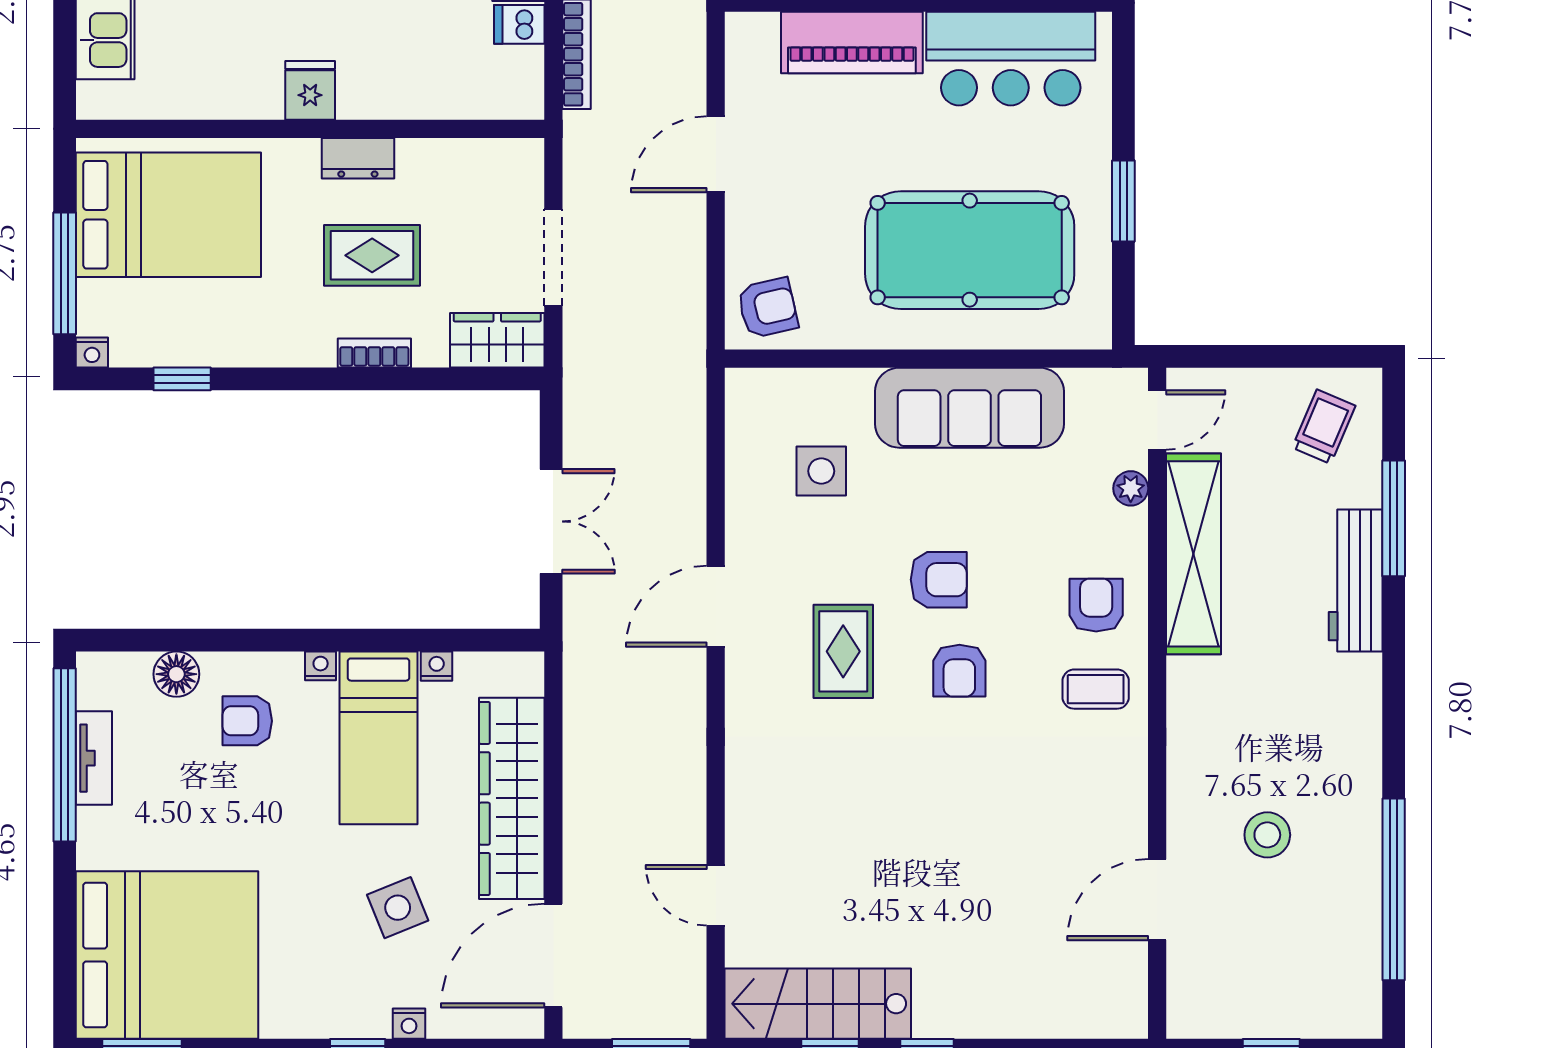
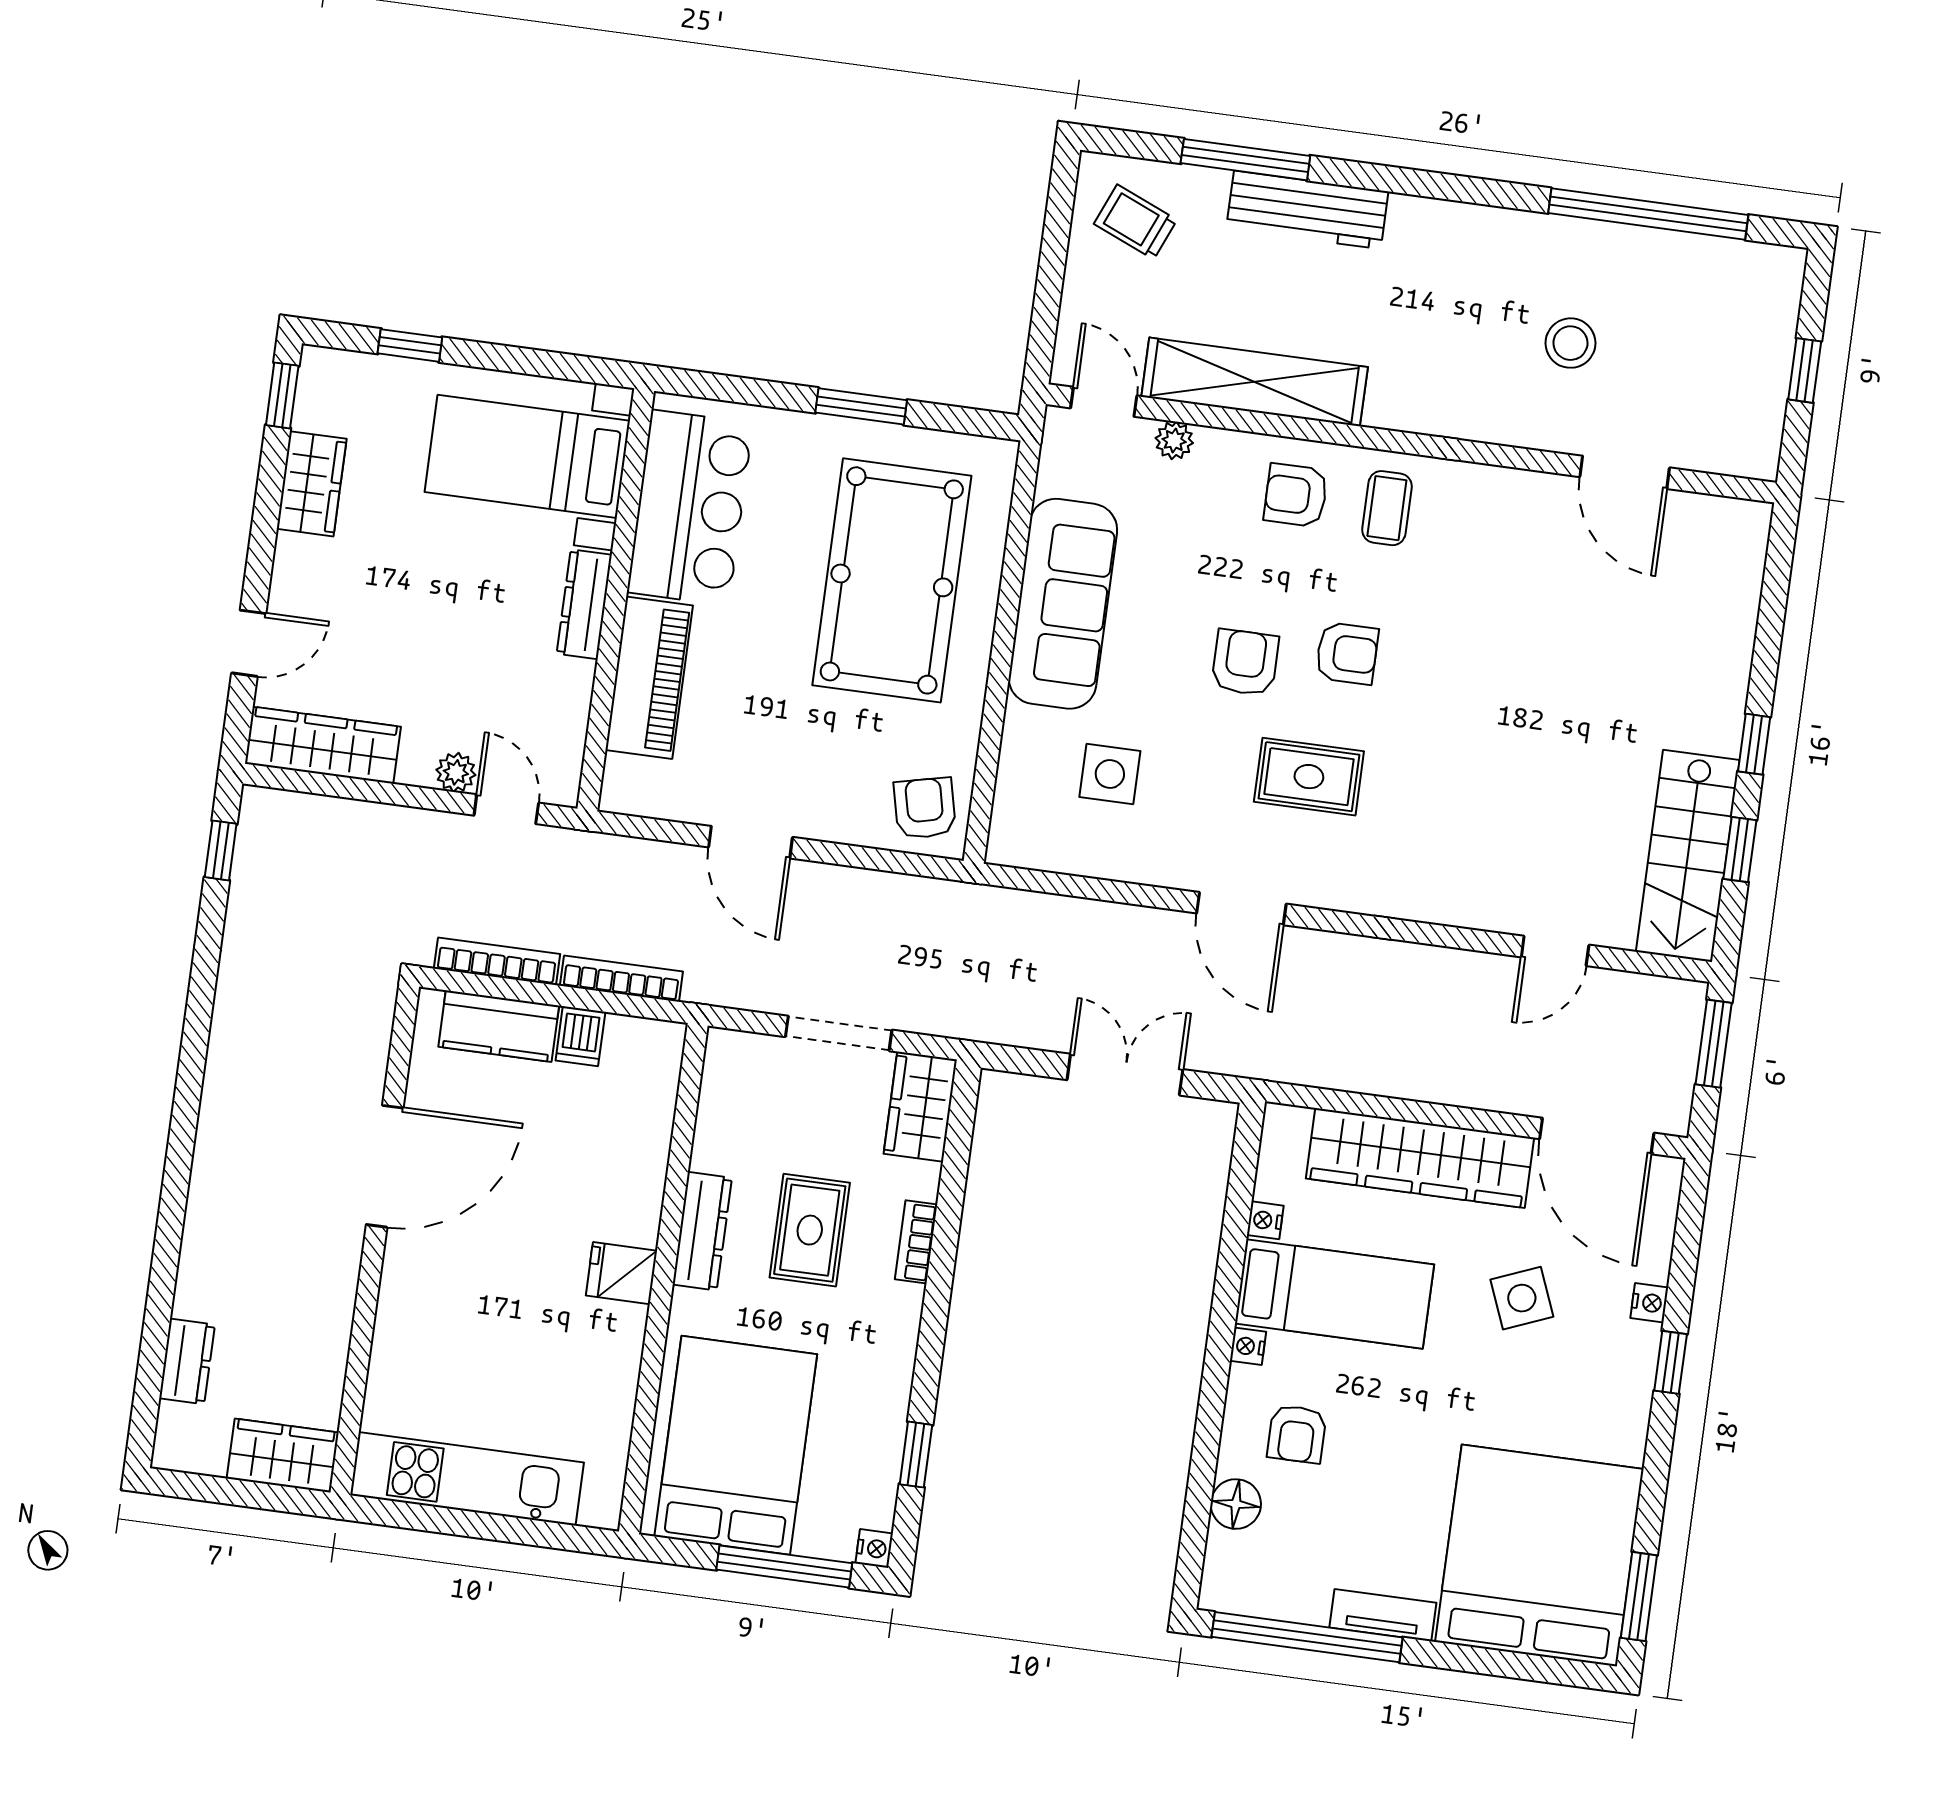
dresser: (358, 158) -> (702, 1231), width x1.44
tv unit: (94, 758) -> (1383, 1615), moved

